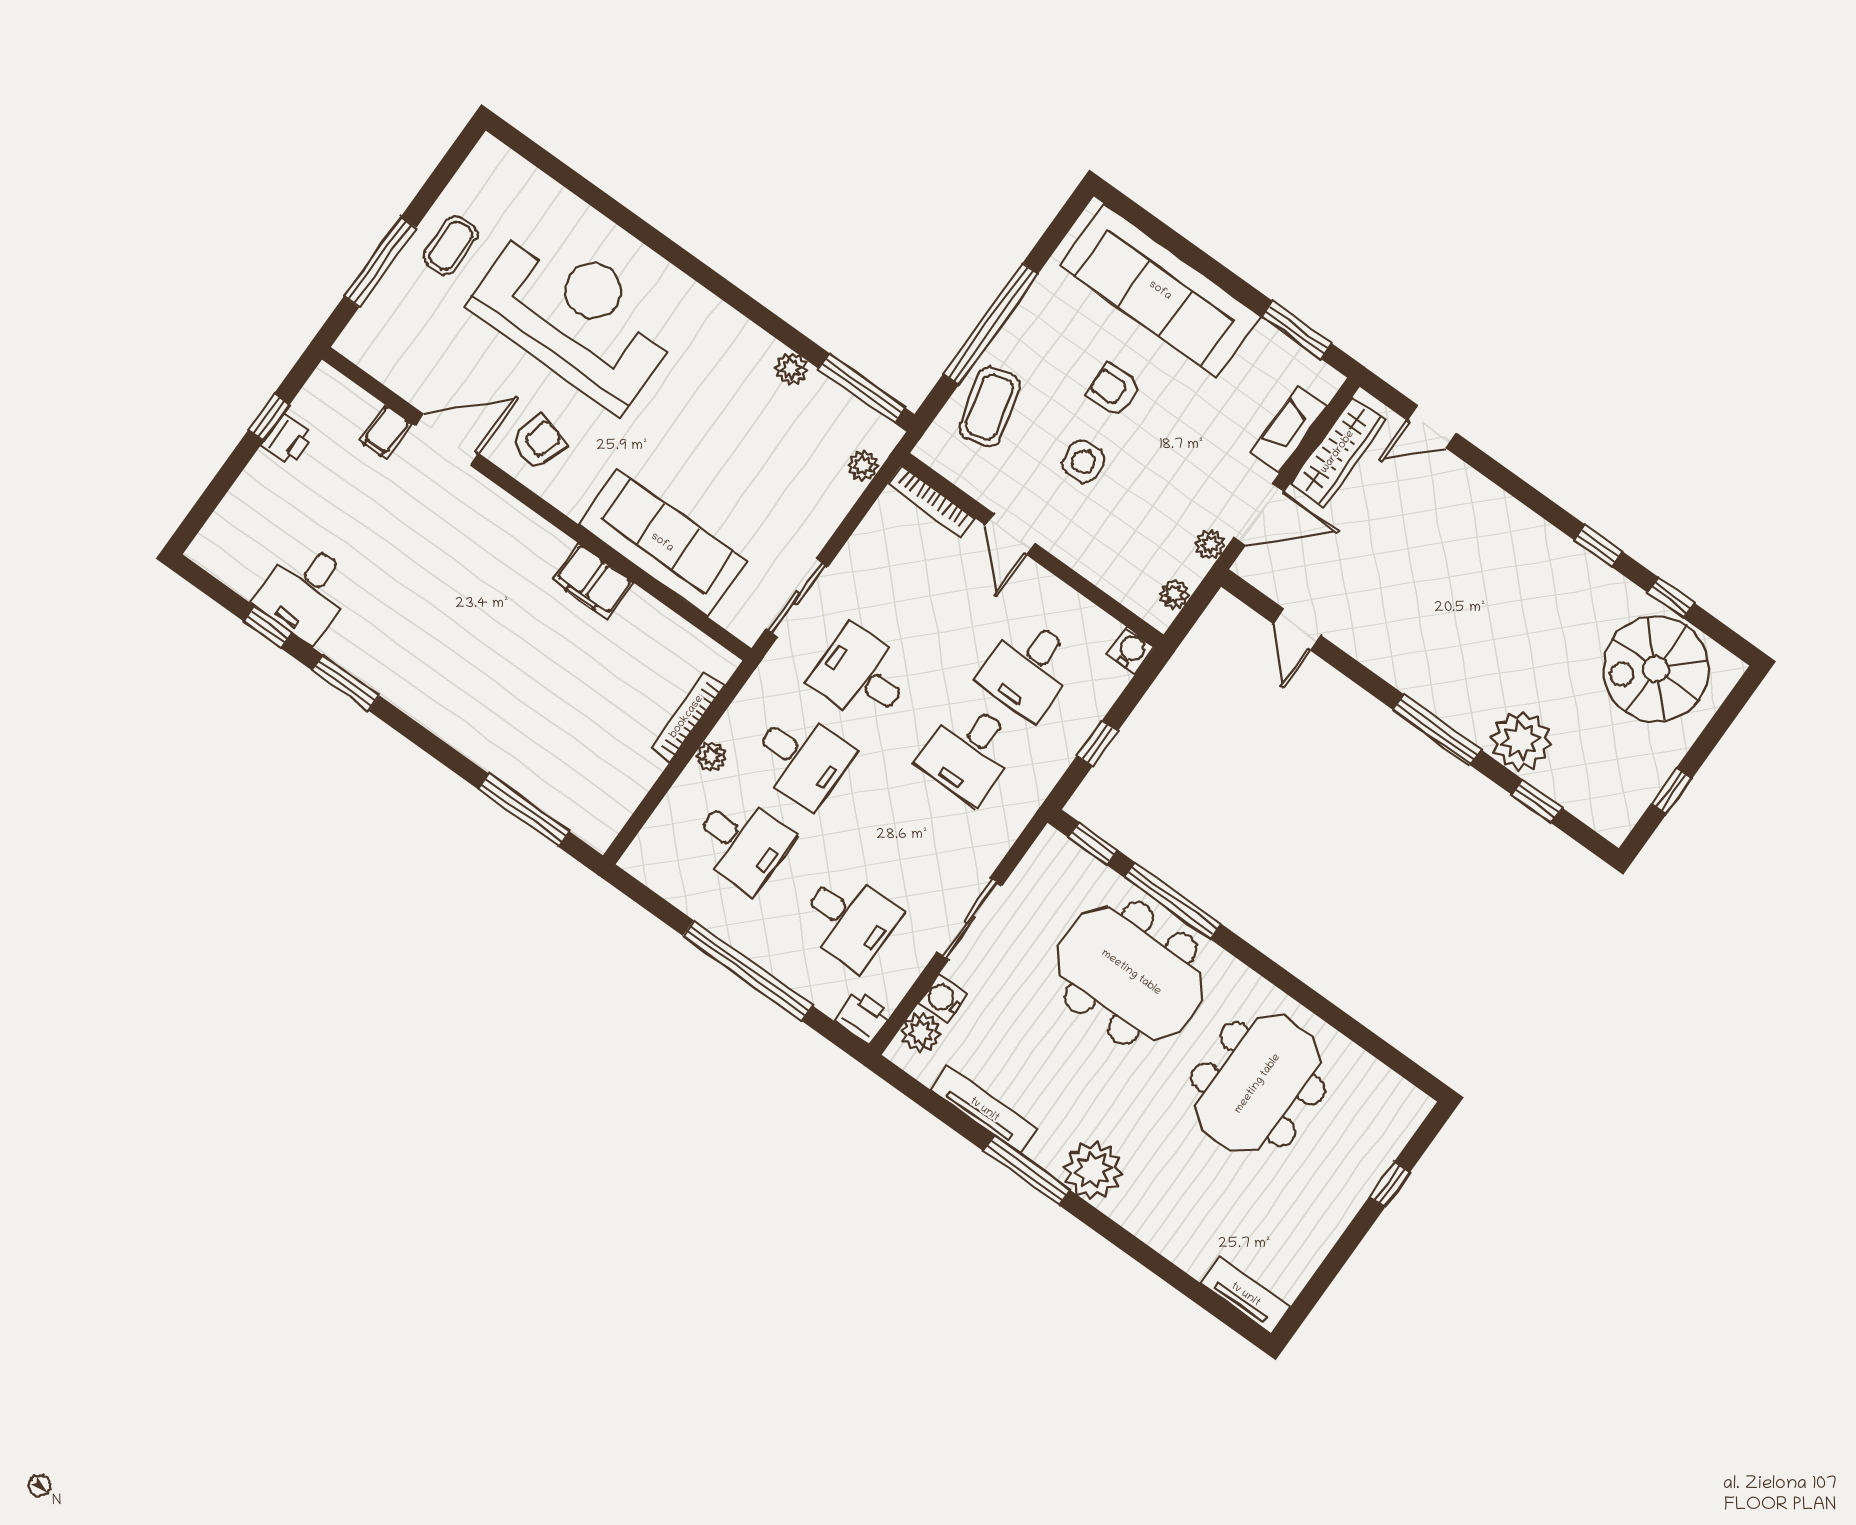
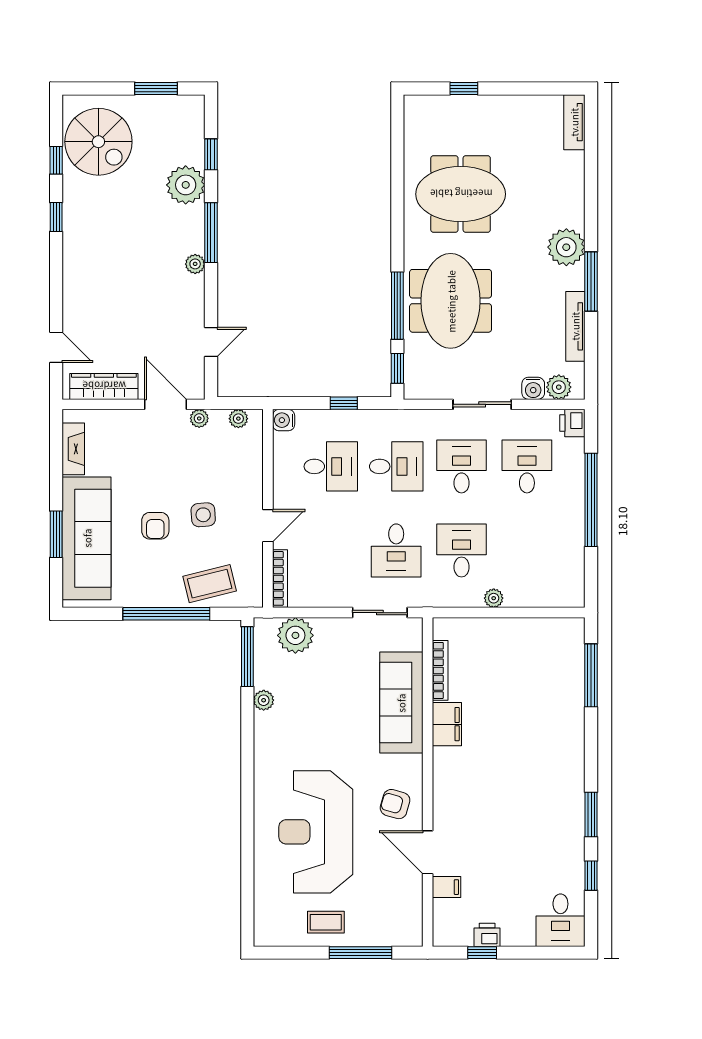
window: (1297, 330) -> (56, 534), moved
fireplace: (1289, 429) -> (73, 449), moved, turned -90
plant: (863, 466) -> (295, 635), width x1.87, depth x1.87
desk: (305, 591) -> (560, 920), moved, turned 90
plant: (1411, 681) -> (195, 264), added
bookcase: (687, 717) -> (440, 670), moved, turned -90
window: (1671, 791) -> (156, 88), width x1.50
desk: (742, 842) -> (462, 466), moved

